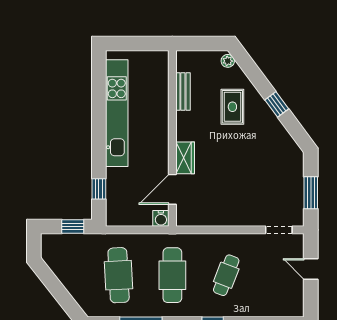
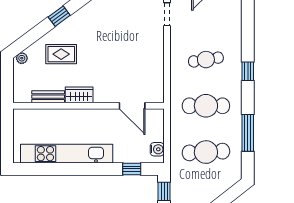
wardrobe: (185, 158) -> (79, 95), moved
water cooler: (161, 218) -> (157, 149), moved
cafe table: (226, 275) -> (206, 60), turned -30

